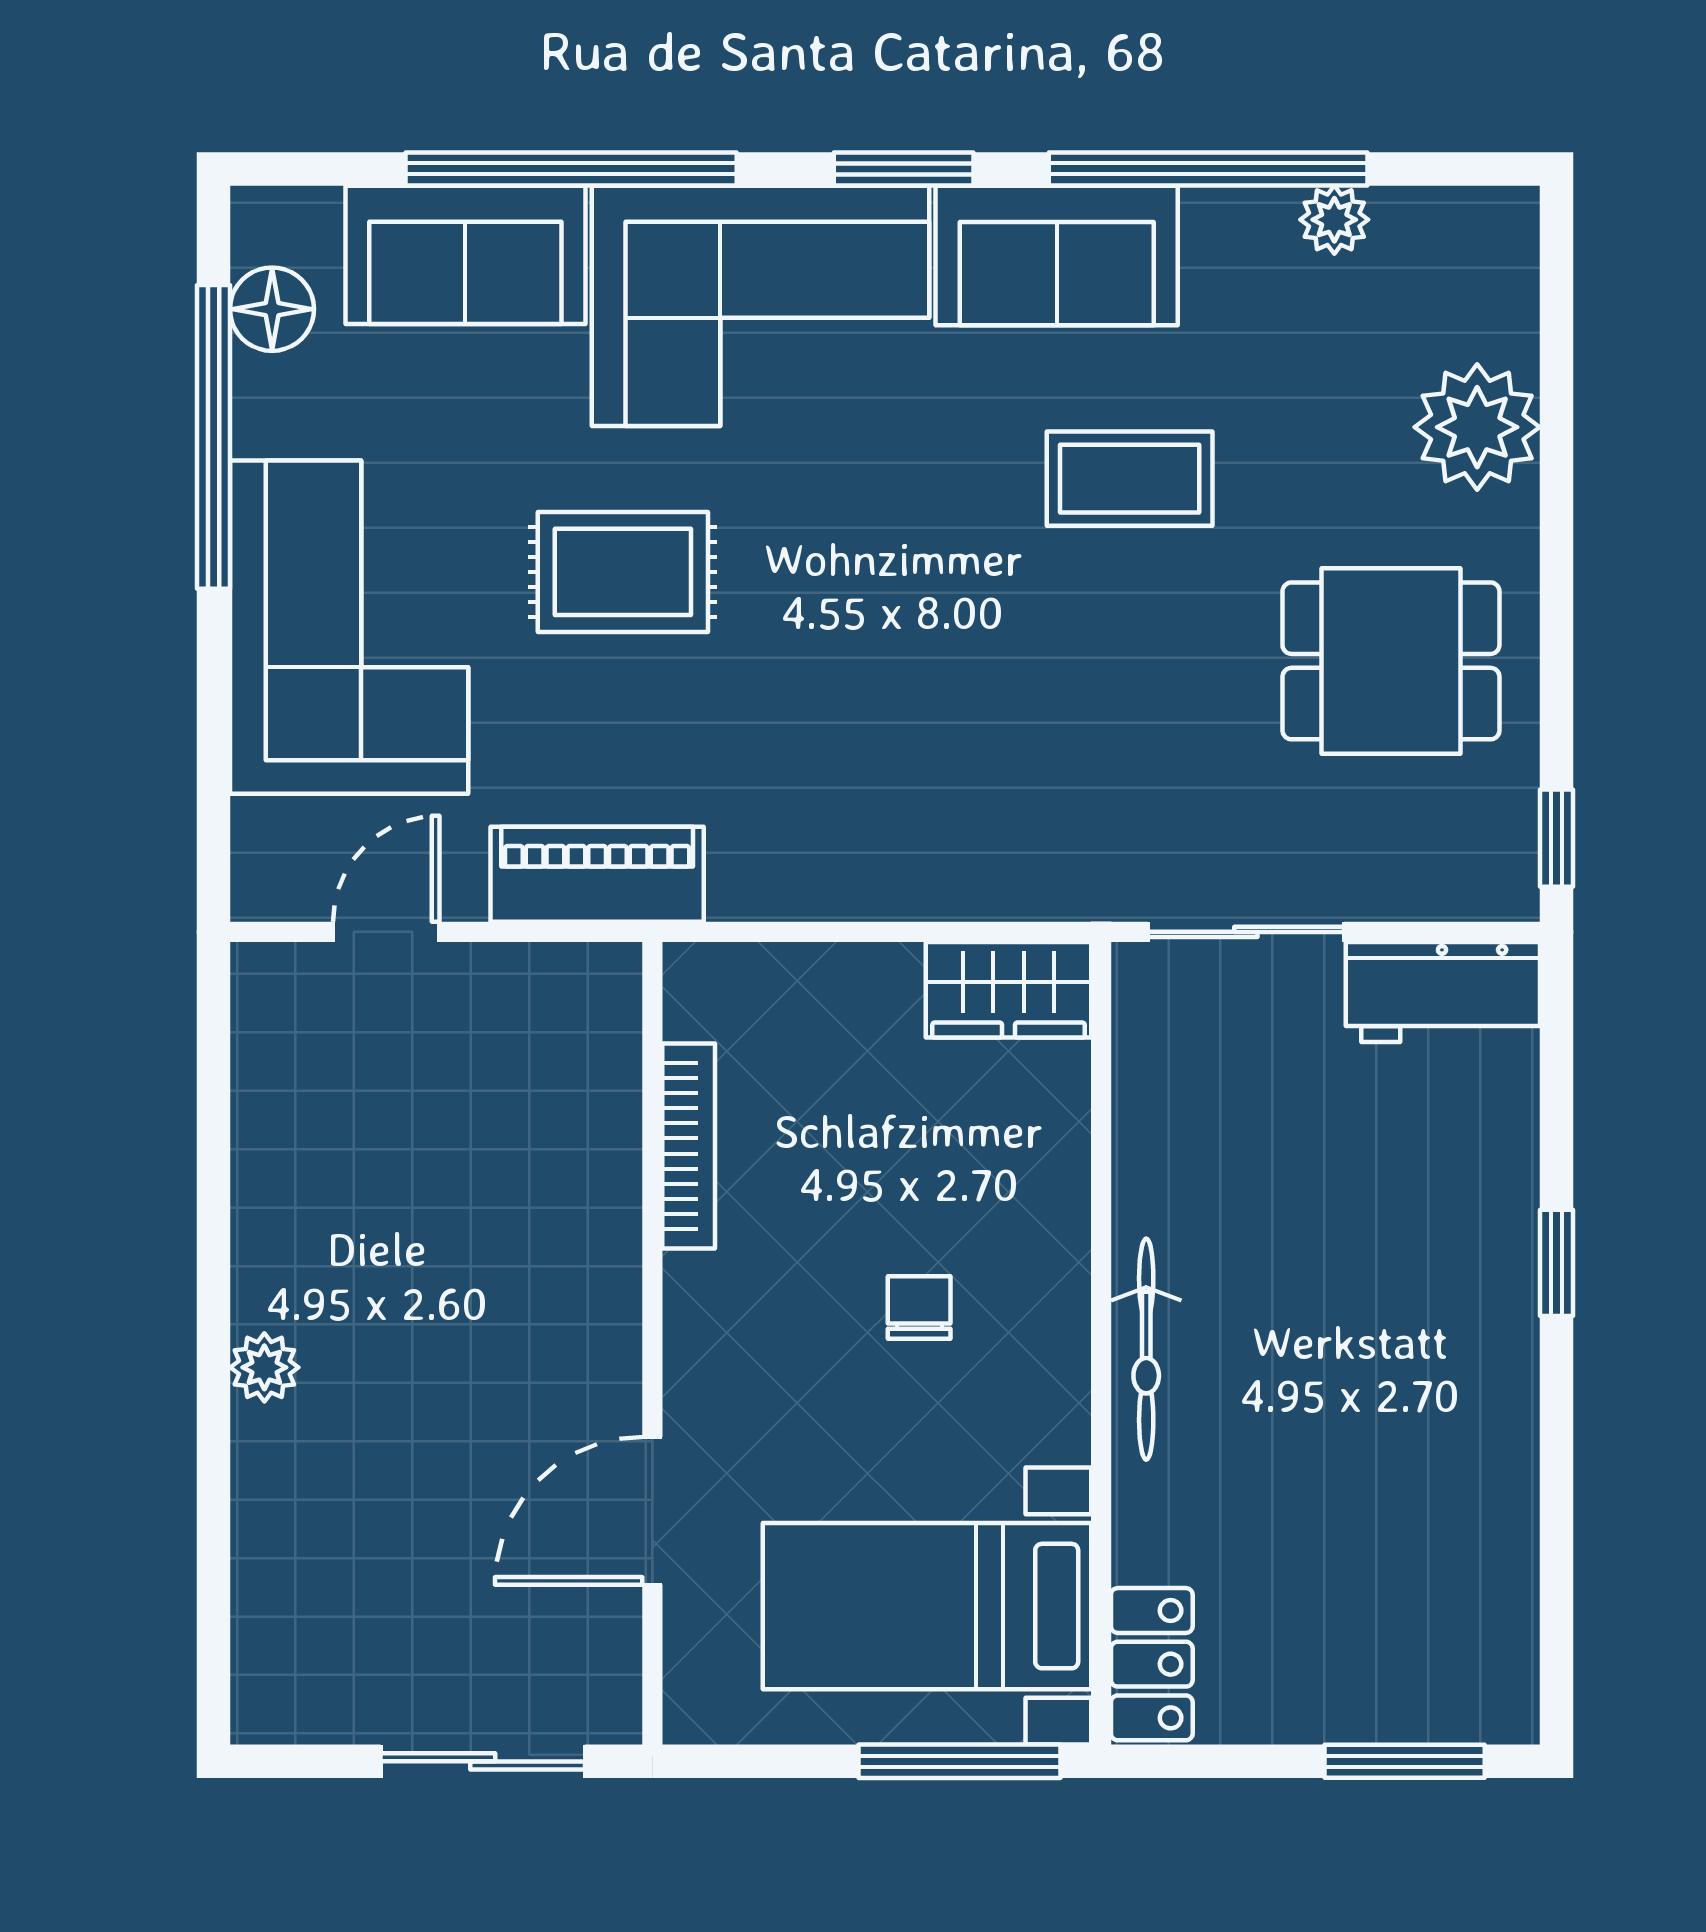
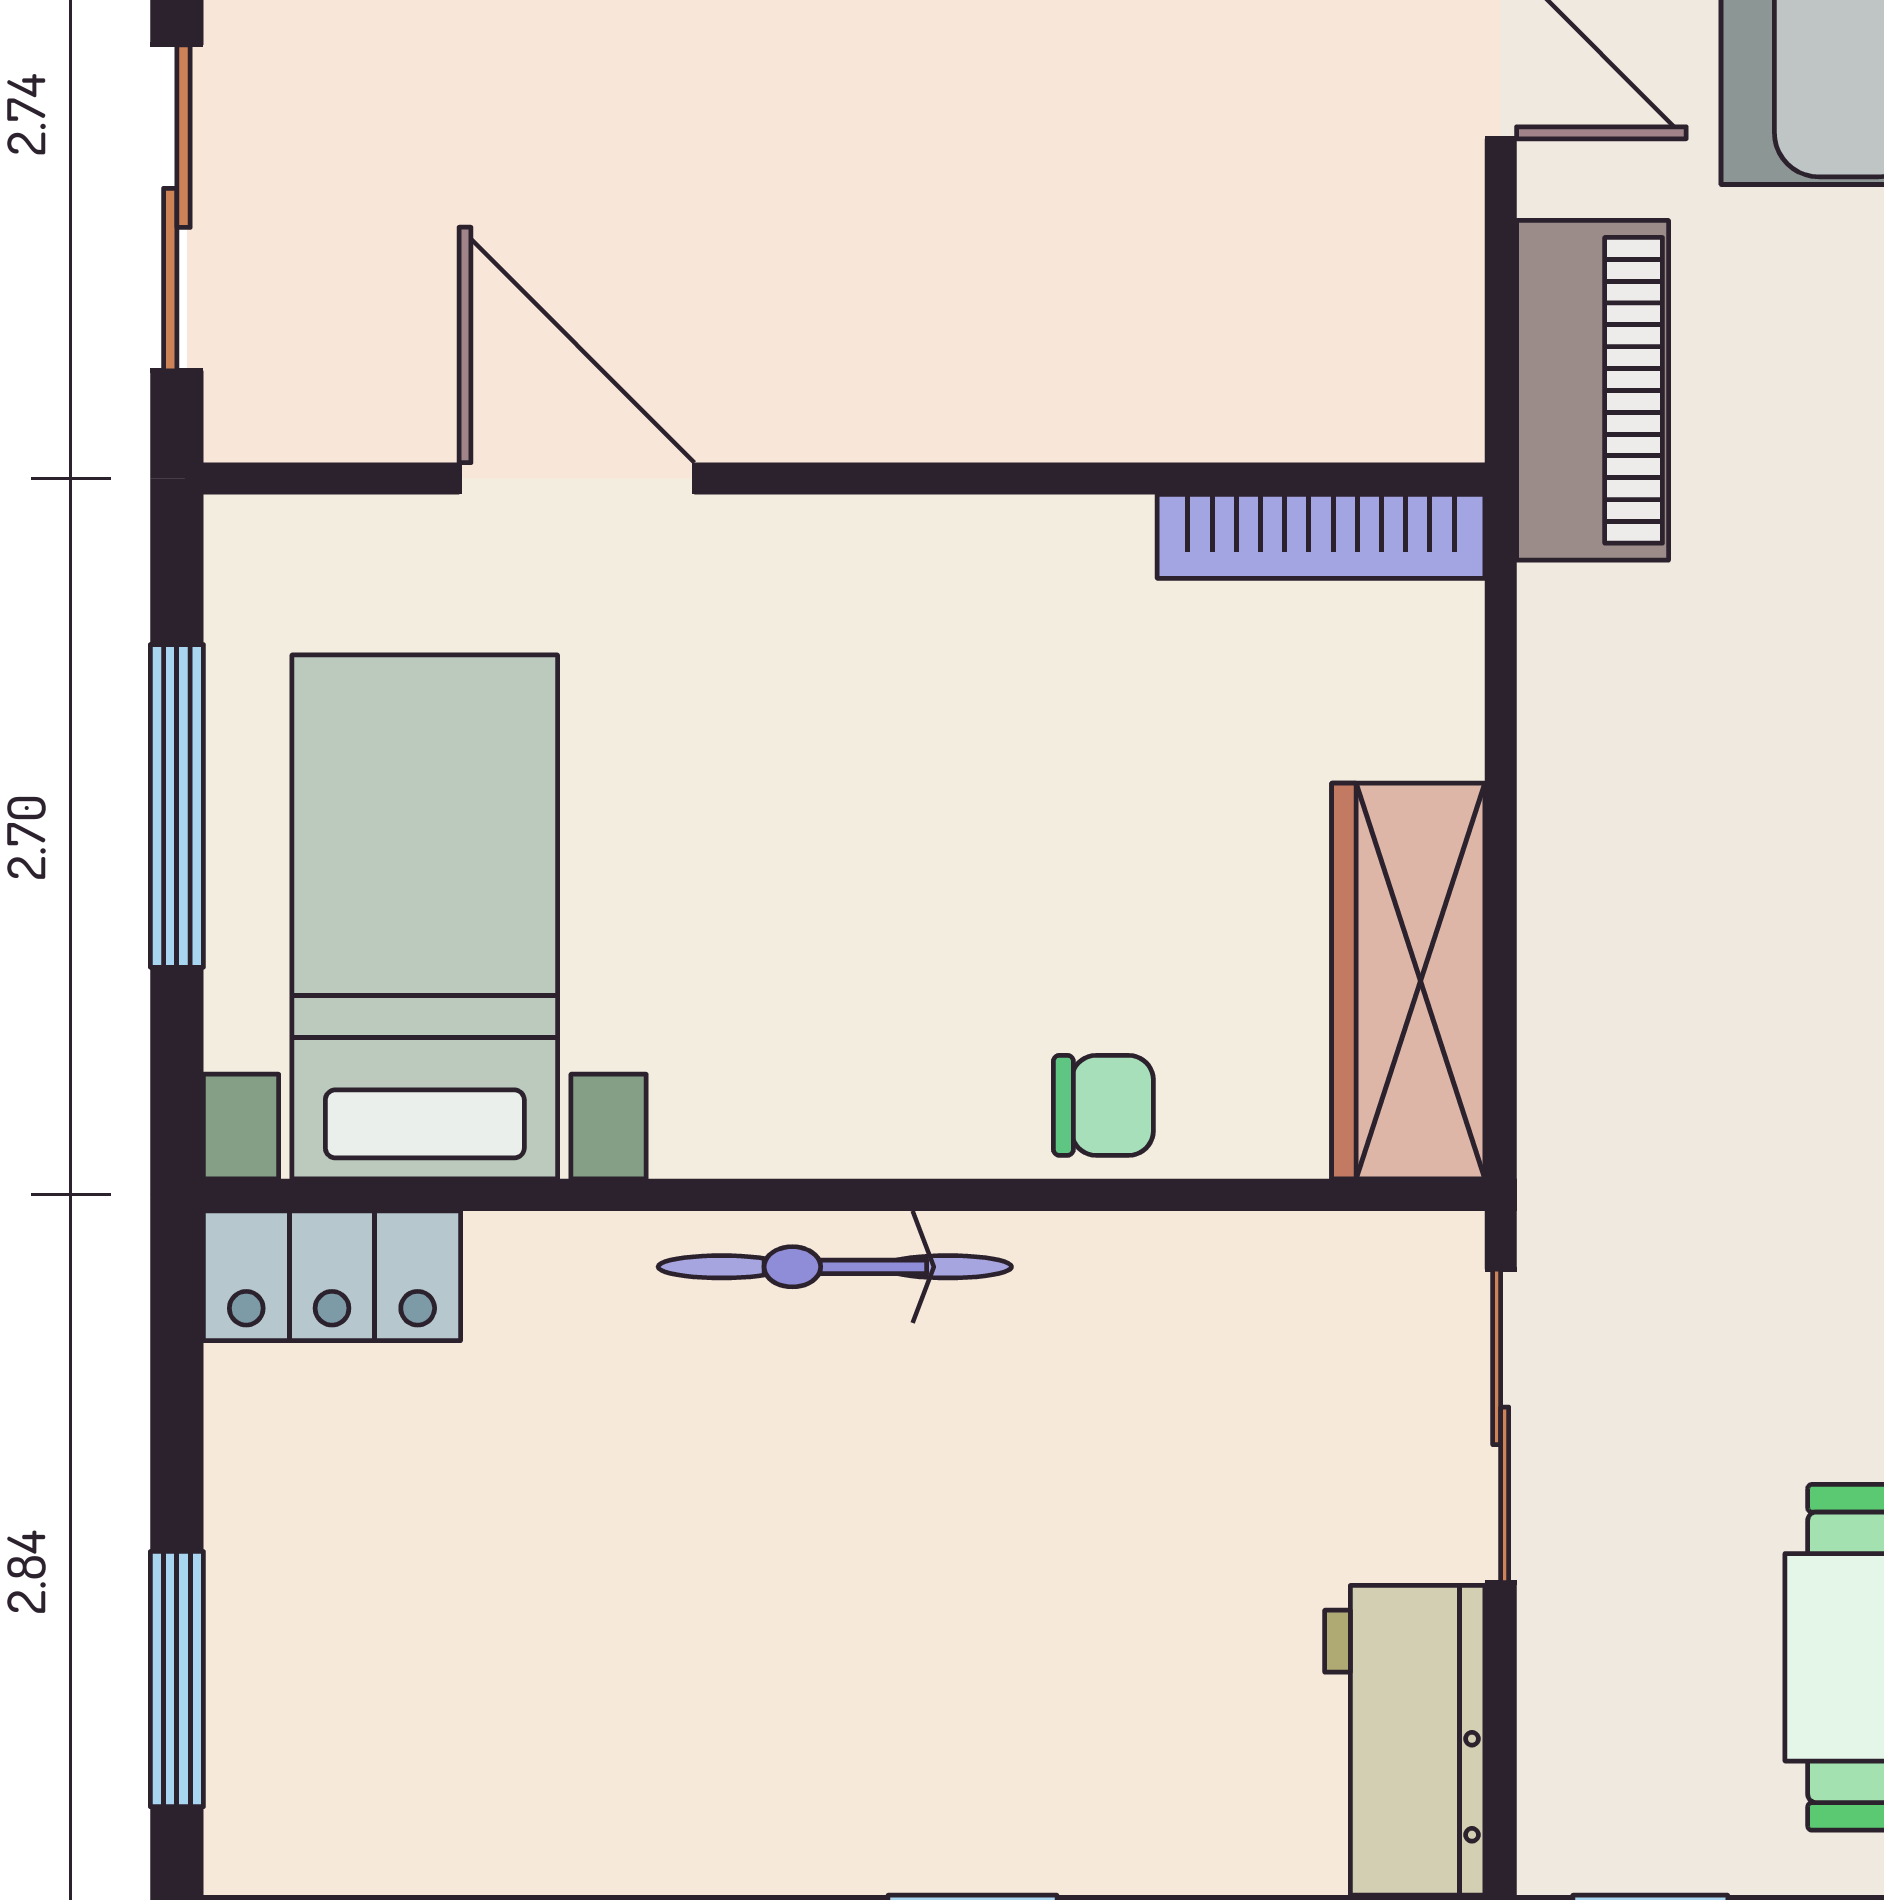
wardrobe: (1009, 990) -> (1408, 981), width x1.50
bookcase: (689, 1146) -> (1321, 536), moved
chair: (919, 1307) -> (1103, 1105), moved
window: (960, 1761) -> (177, 806), moved

